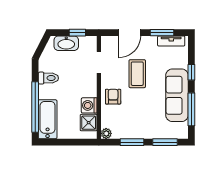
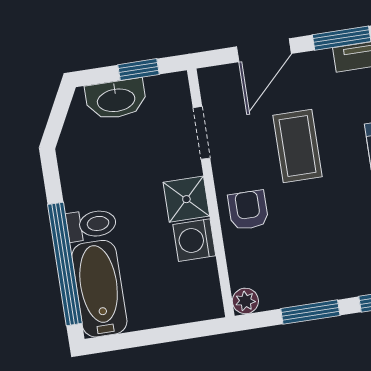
toilet: (48, 78) -> (91, 224), moved
shower: (89, 123) -> (186, 199), moved

